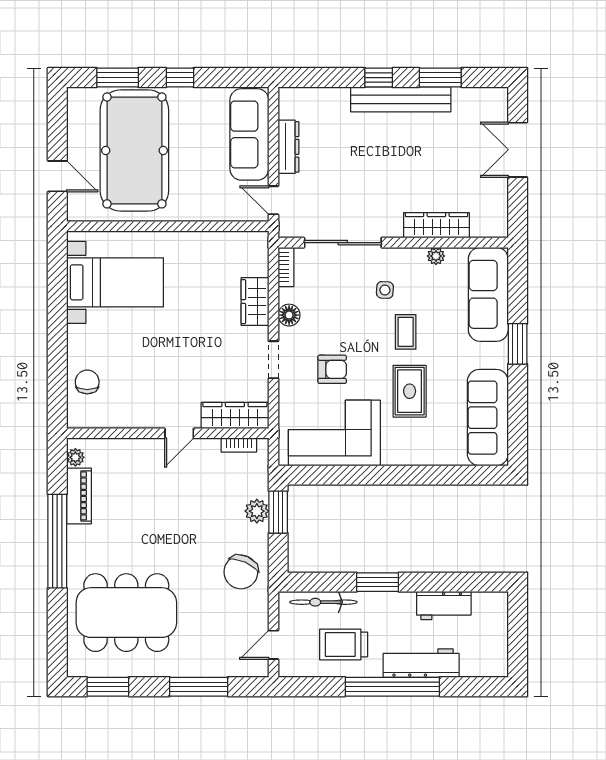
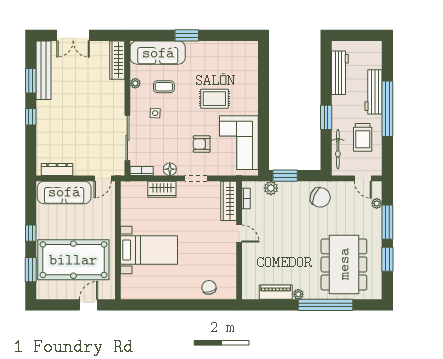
bench: (401, 99) -> (44, 70), moved
dresser: (289, 147) -> (57, 170), moved
wardrobe: (436, 225) -> (117, 60), moved
bed with nightstands: (115, 282) -> (149, 250), moved, turned 90
coffee table: (406, 332) -> (164, 87), moved
armchair: (332, 369) -> (202, 144), turned -90
chair: (87, 382) -> (209, 287), turned 76
sofa: (488, 418) -> (230, 53), removed
plant: (75, 457) -> (298, 294), moved
plant: (257, 511) -> (271, 188), moved
window: (57, 541) -> (325, 305), moved
workbench: (444, 605) -> (340, 73), width x1.38
plant: (231, 668) -> (377, 203), added
window: (108, 687) -> (387, 259), moved

